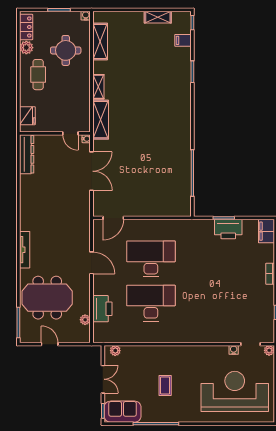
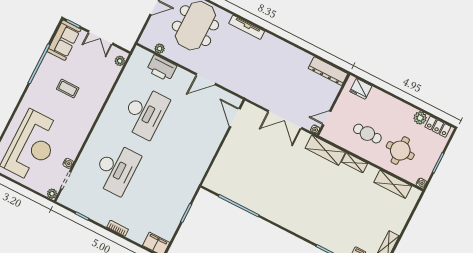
cafe table: (38, 75) -> (367, 134), moved
printer: (228, 229) -> (175, 212), removed
desk: (151, 259) -> (116, 169), moved

